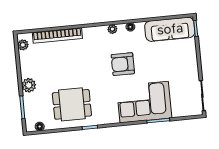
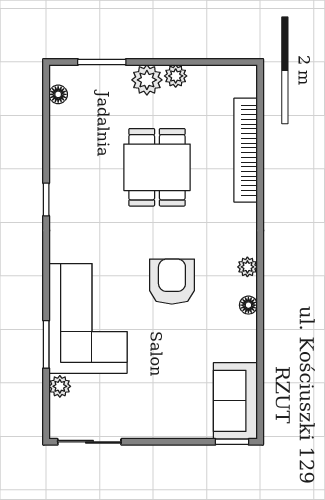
sofa: (170, 29) -> (235, 401), width x0.73
plant: (23, 45) -> (176, 76), moved
dining table: (72, 104) -> (157, 167), moved
plant: (177, 112) -> (60, 386), added

